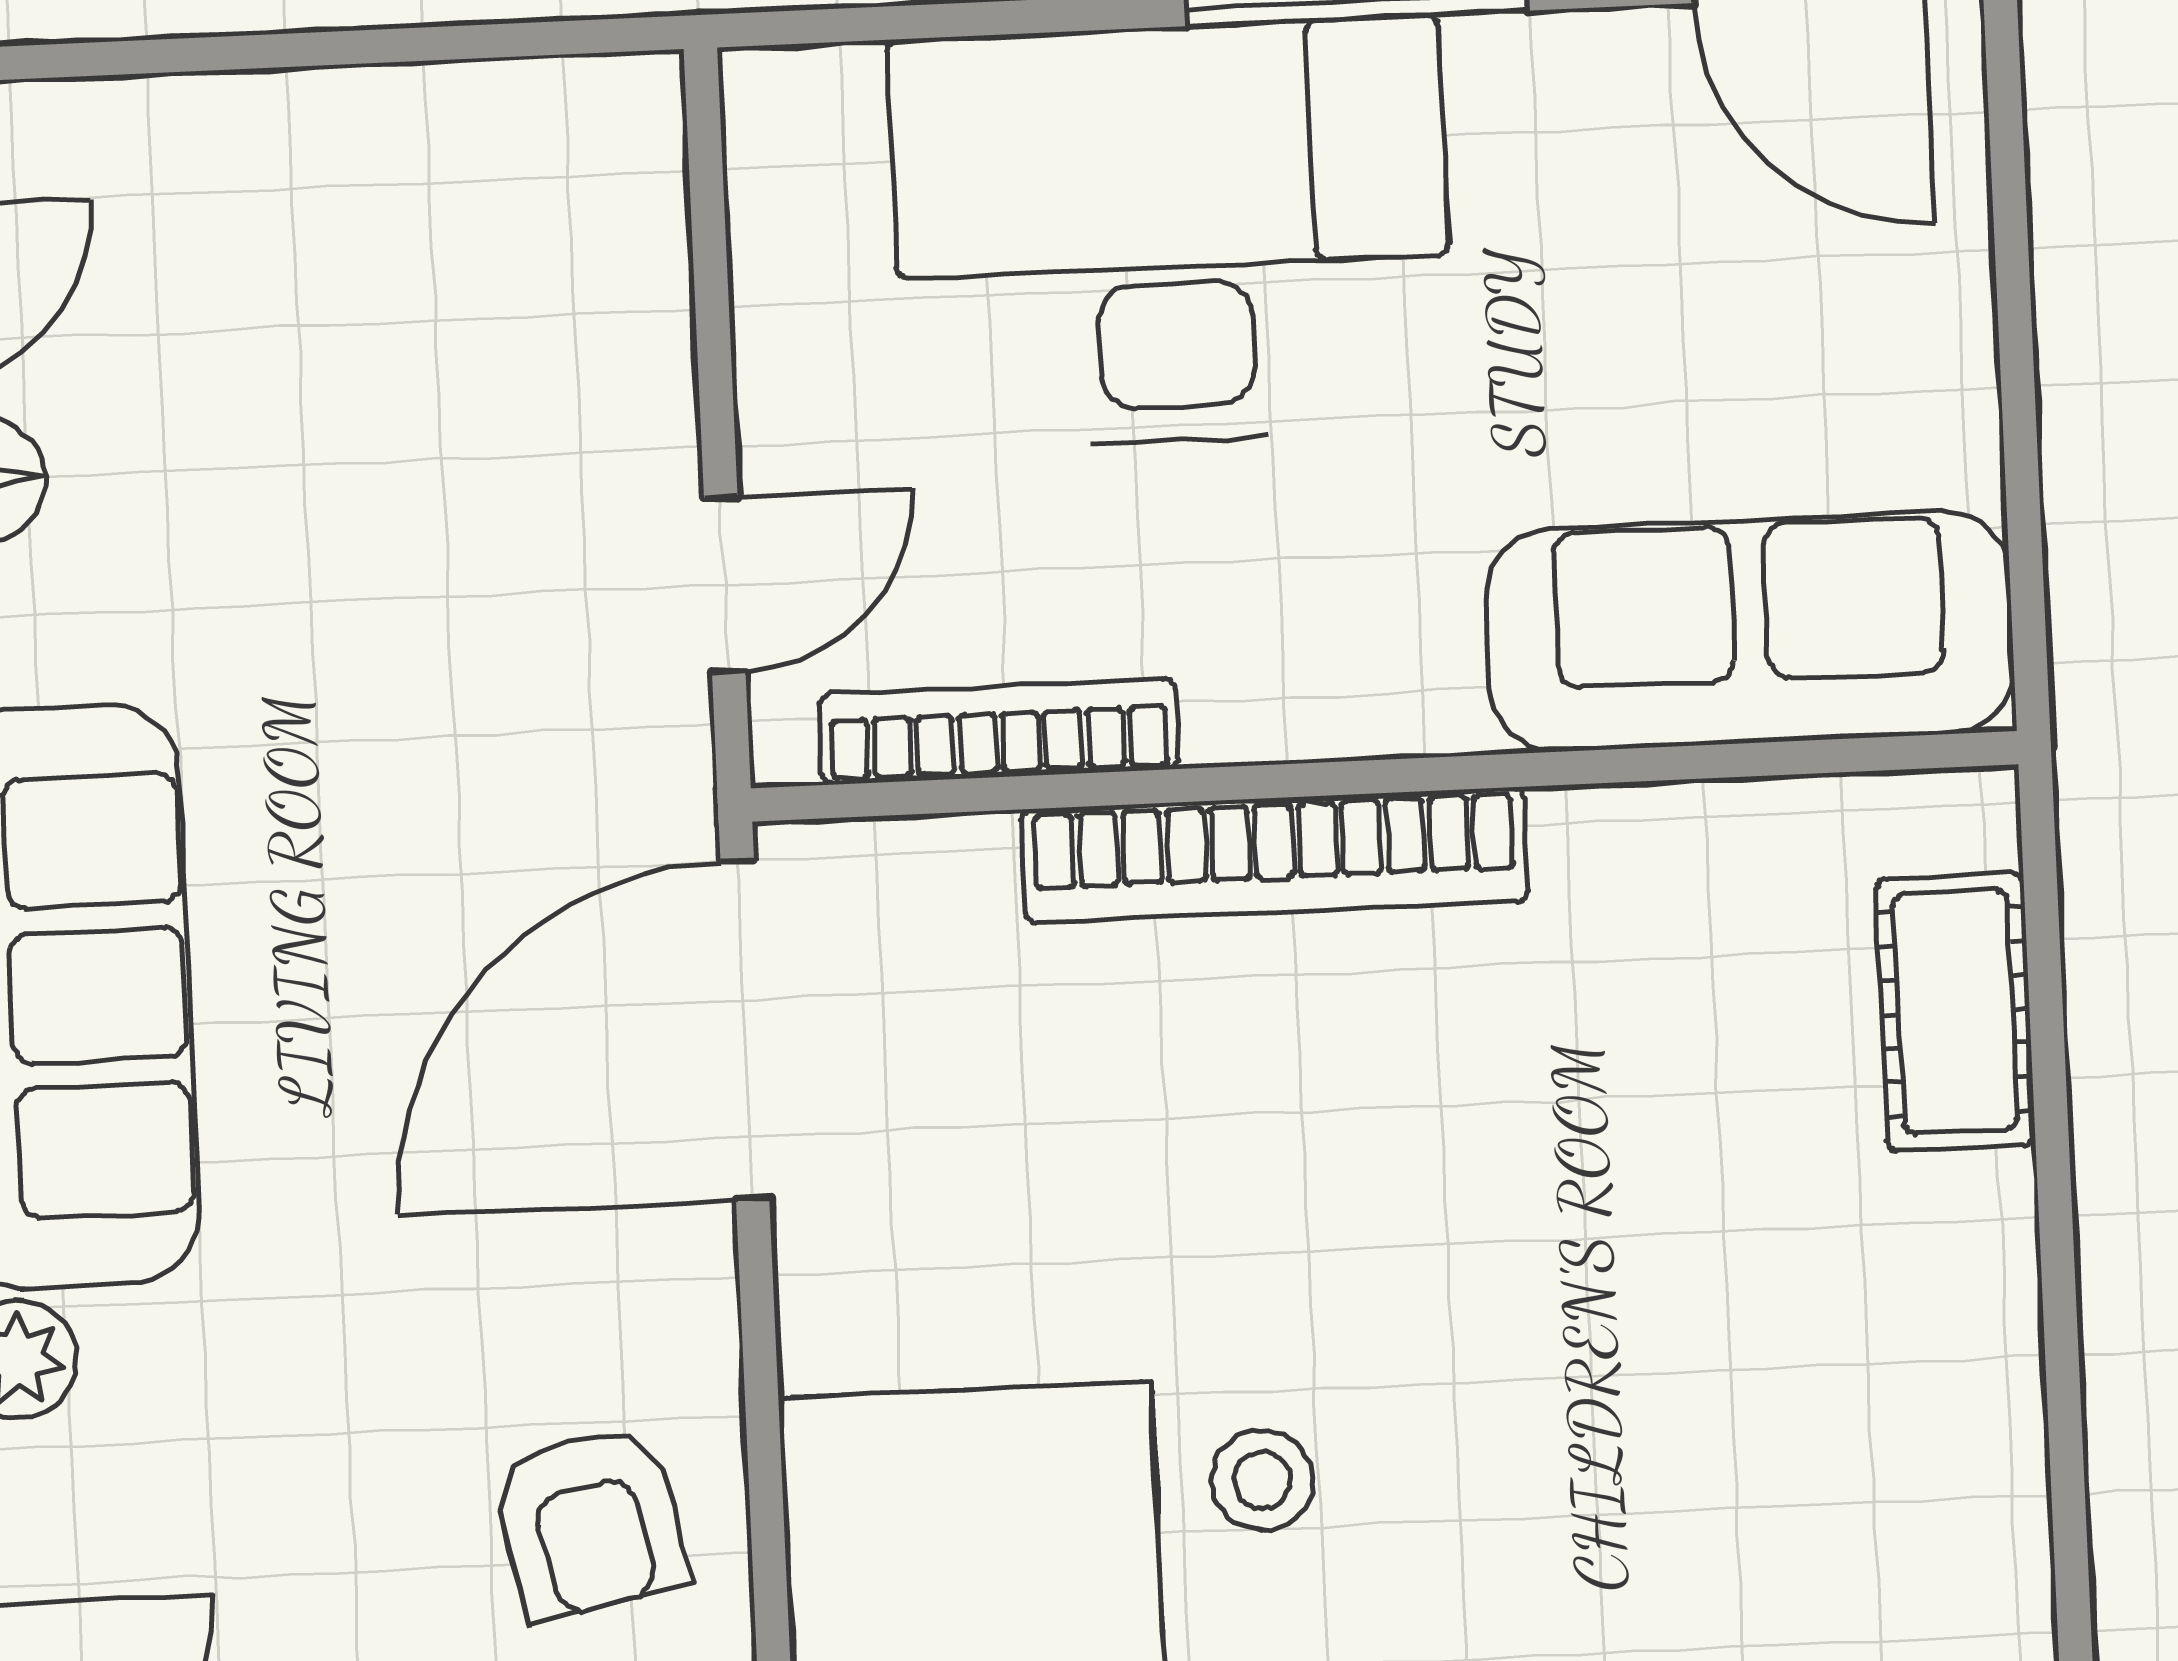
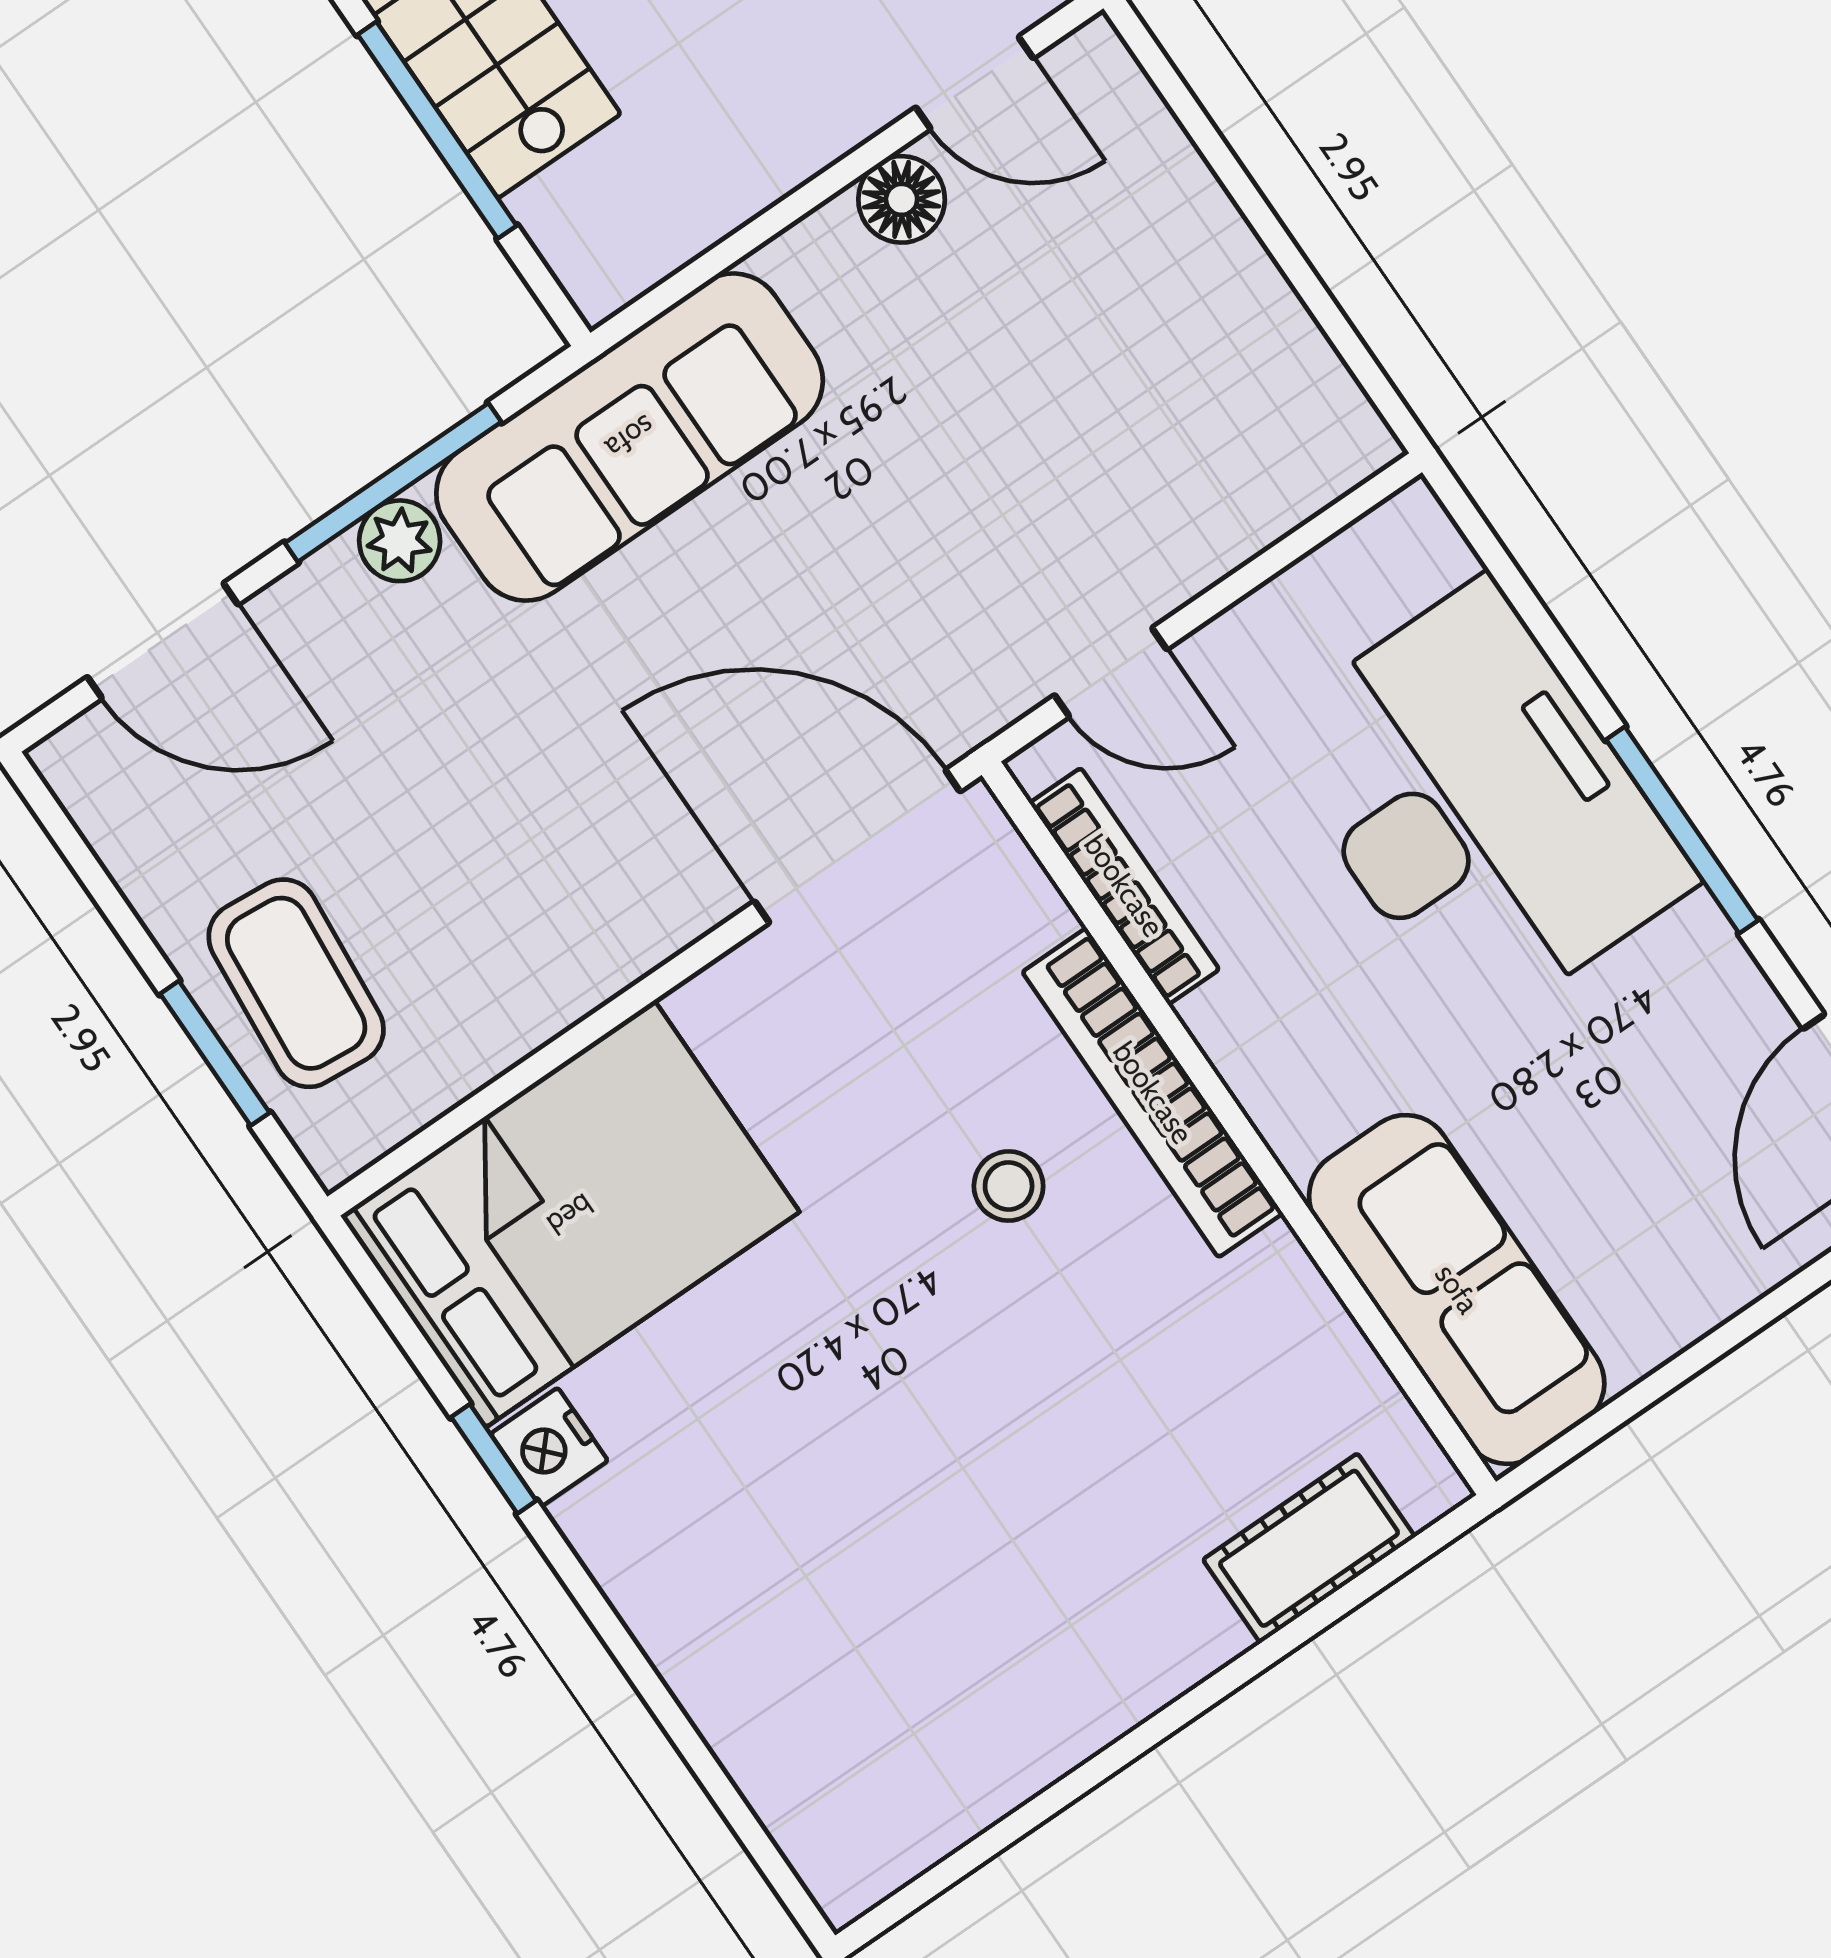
stool: (1262, 1480) -> (1009, 1186), moved
armchair: (590, 1523) -> (512, 935), removed

